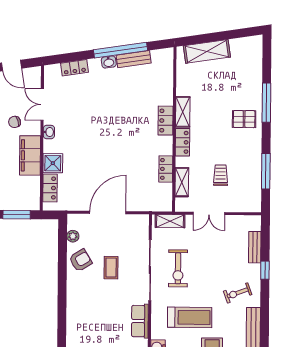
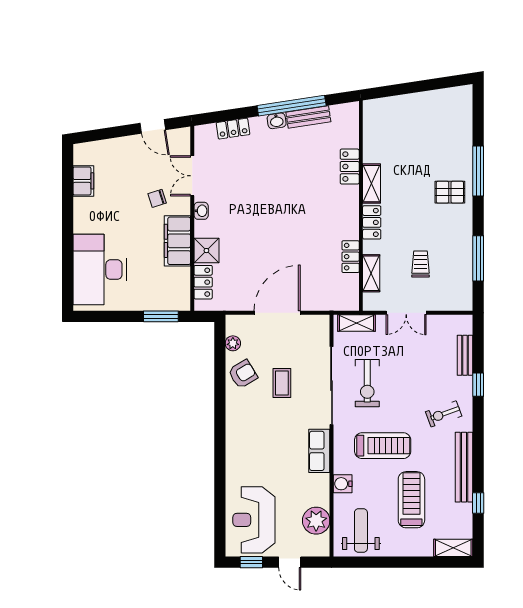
shelving: (207, 51) -> (402, 106), removed
locker: (165, 121) -> (350, 167), moved

